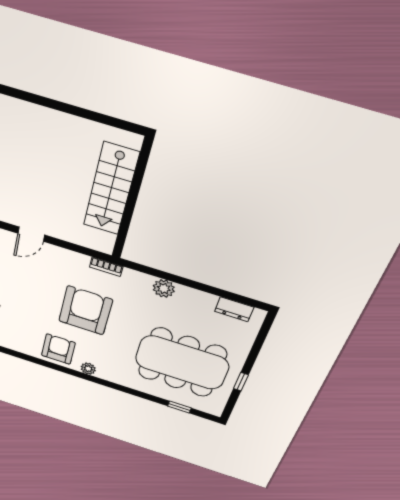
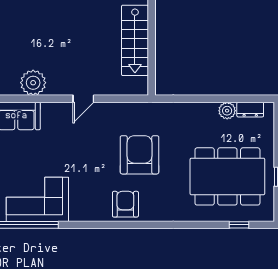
bookcase: (106, 267) -> (146, 107), removed
plant: (164, 289) -> (227, 111), moved
plant: (88, 369) -> (155, 215), removed

